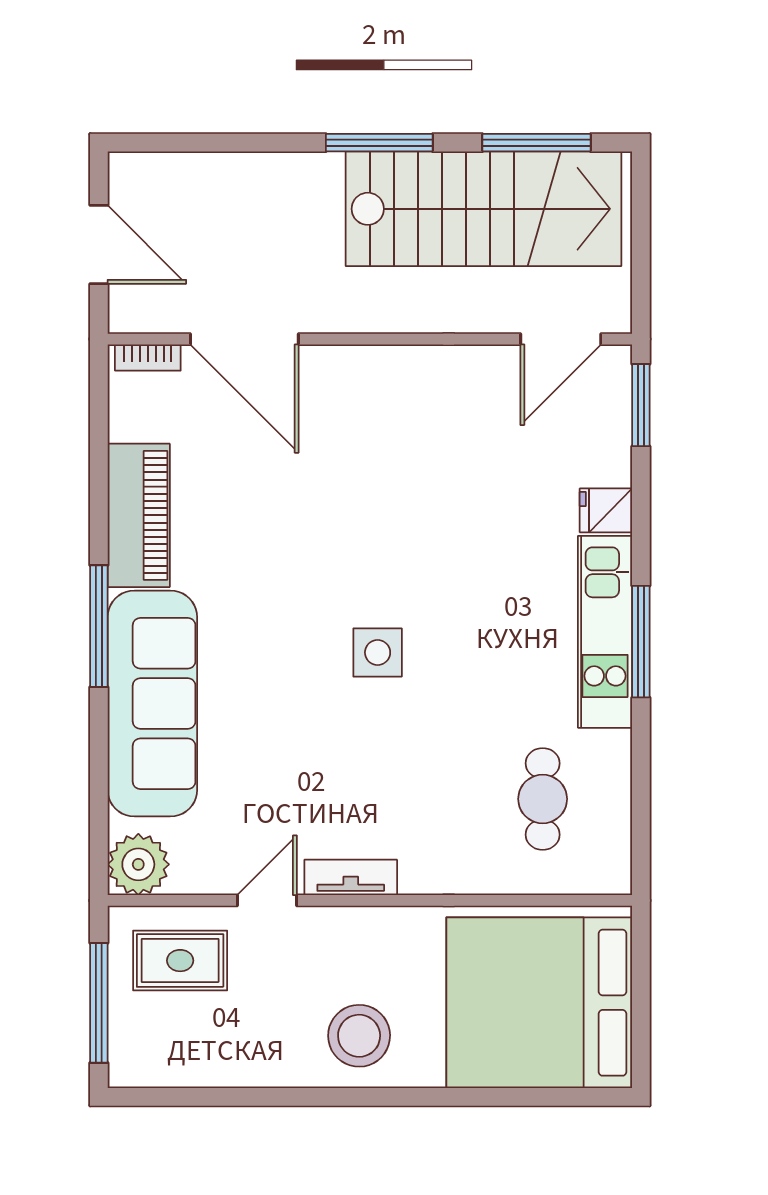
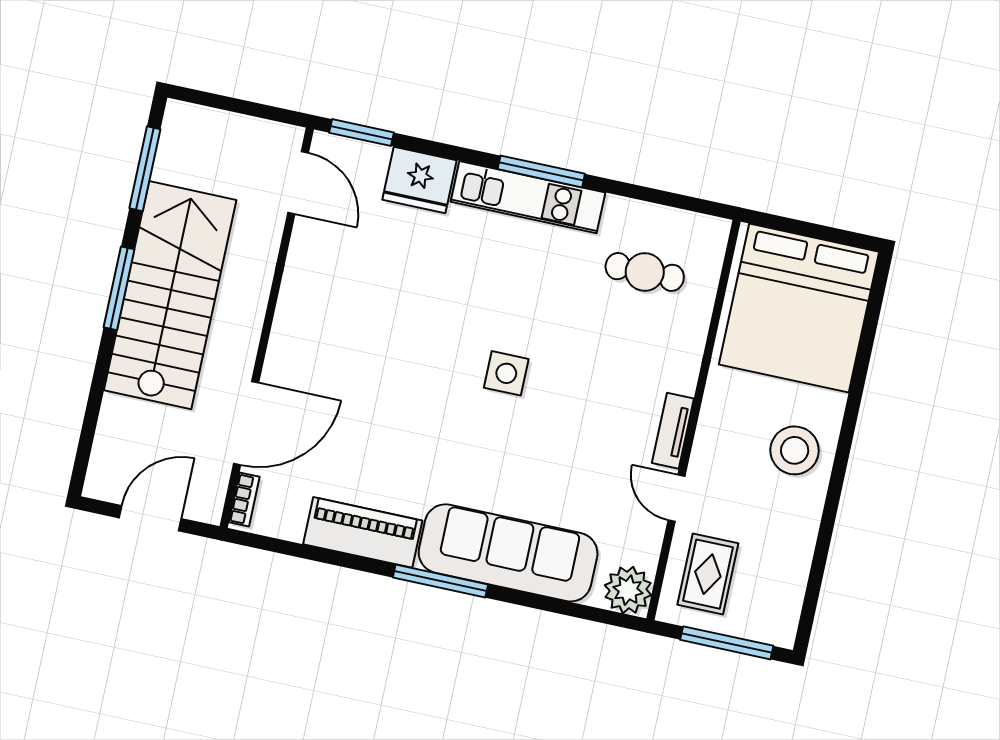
stairs: (483, 209) -> (170, 295), moved
fridge: (606, 510) -> (420, 180), width x1.88, depth x1.34

